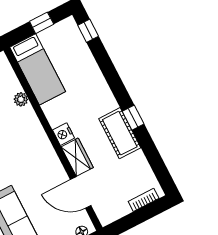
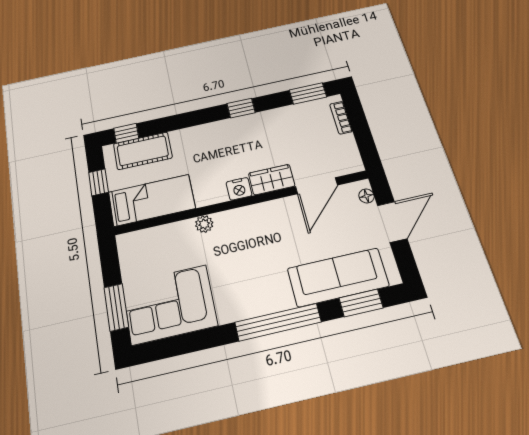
plant: (21, 99) -> (204, 224), moved
cot: (120, 133) -> (143, 151), moved
window: (159, 169) -> (308, 93), added

